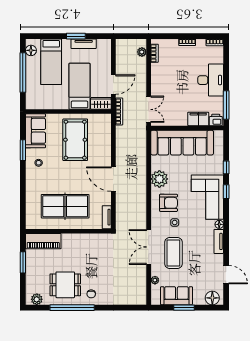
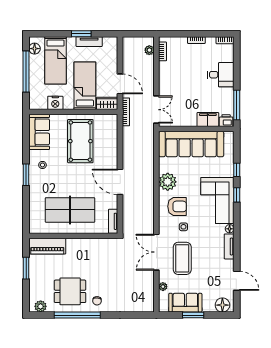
desk: (211, 80) -> (221, 75), width x0.73
door: (113, 85) -> (120, 84), hinge flipped
nightstand: (51, 103) -> (55, 103), added
window: (23, 150) -> (26, 175), moved

